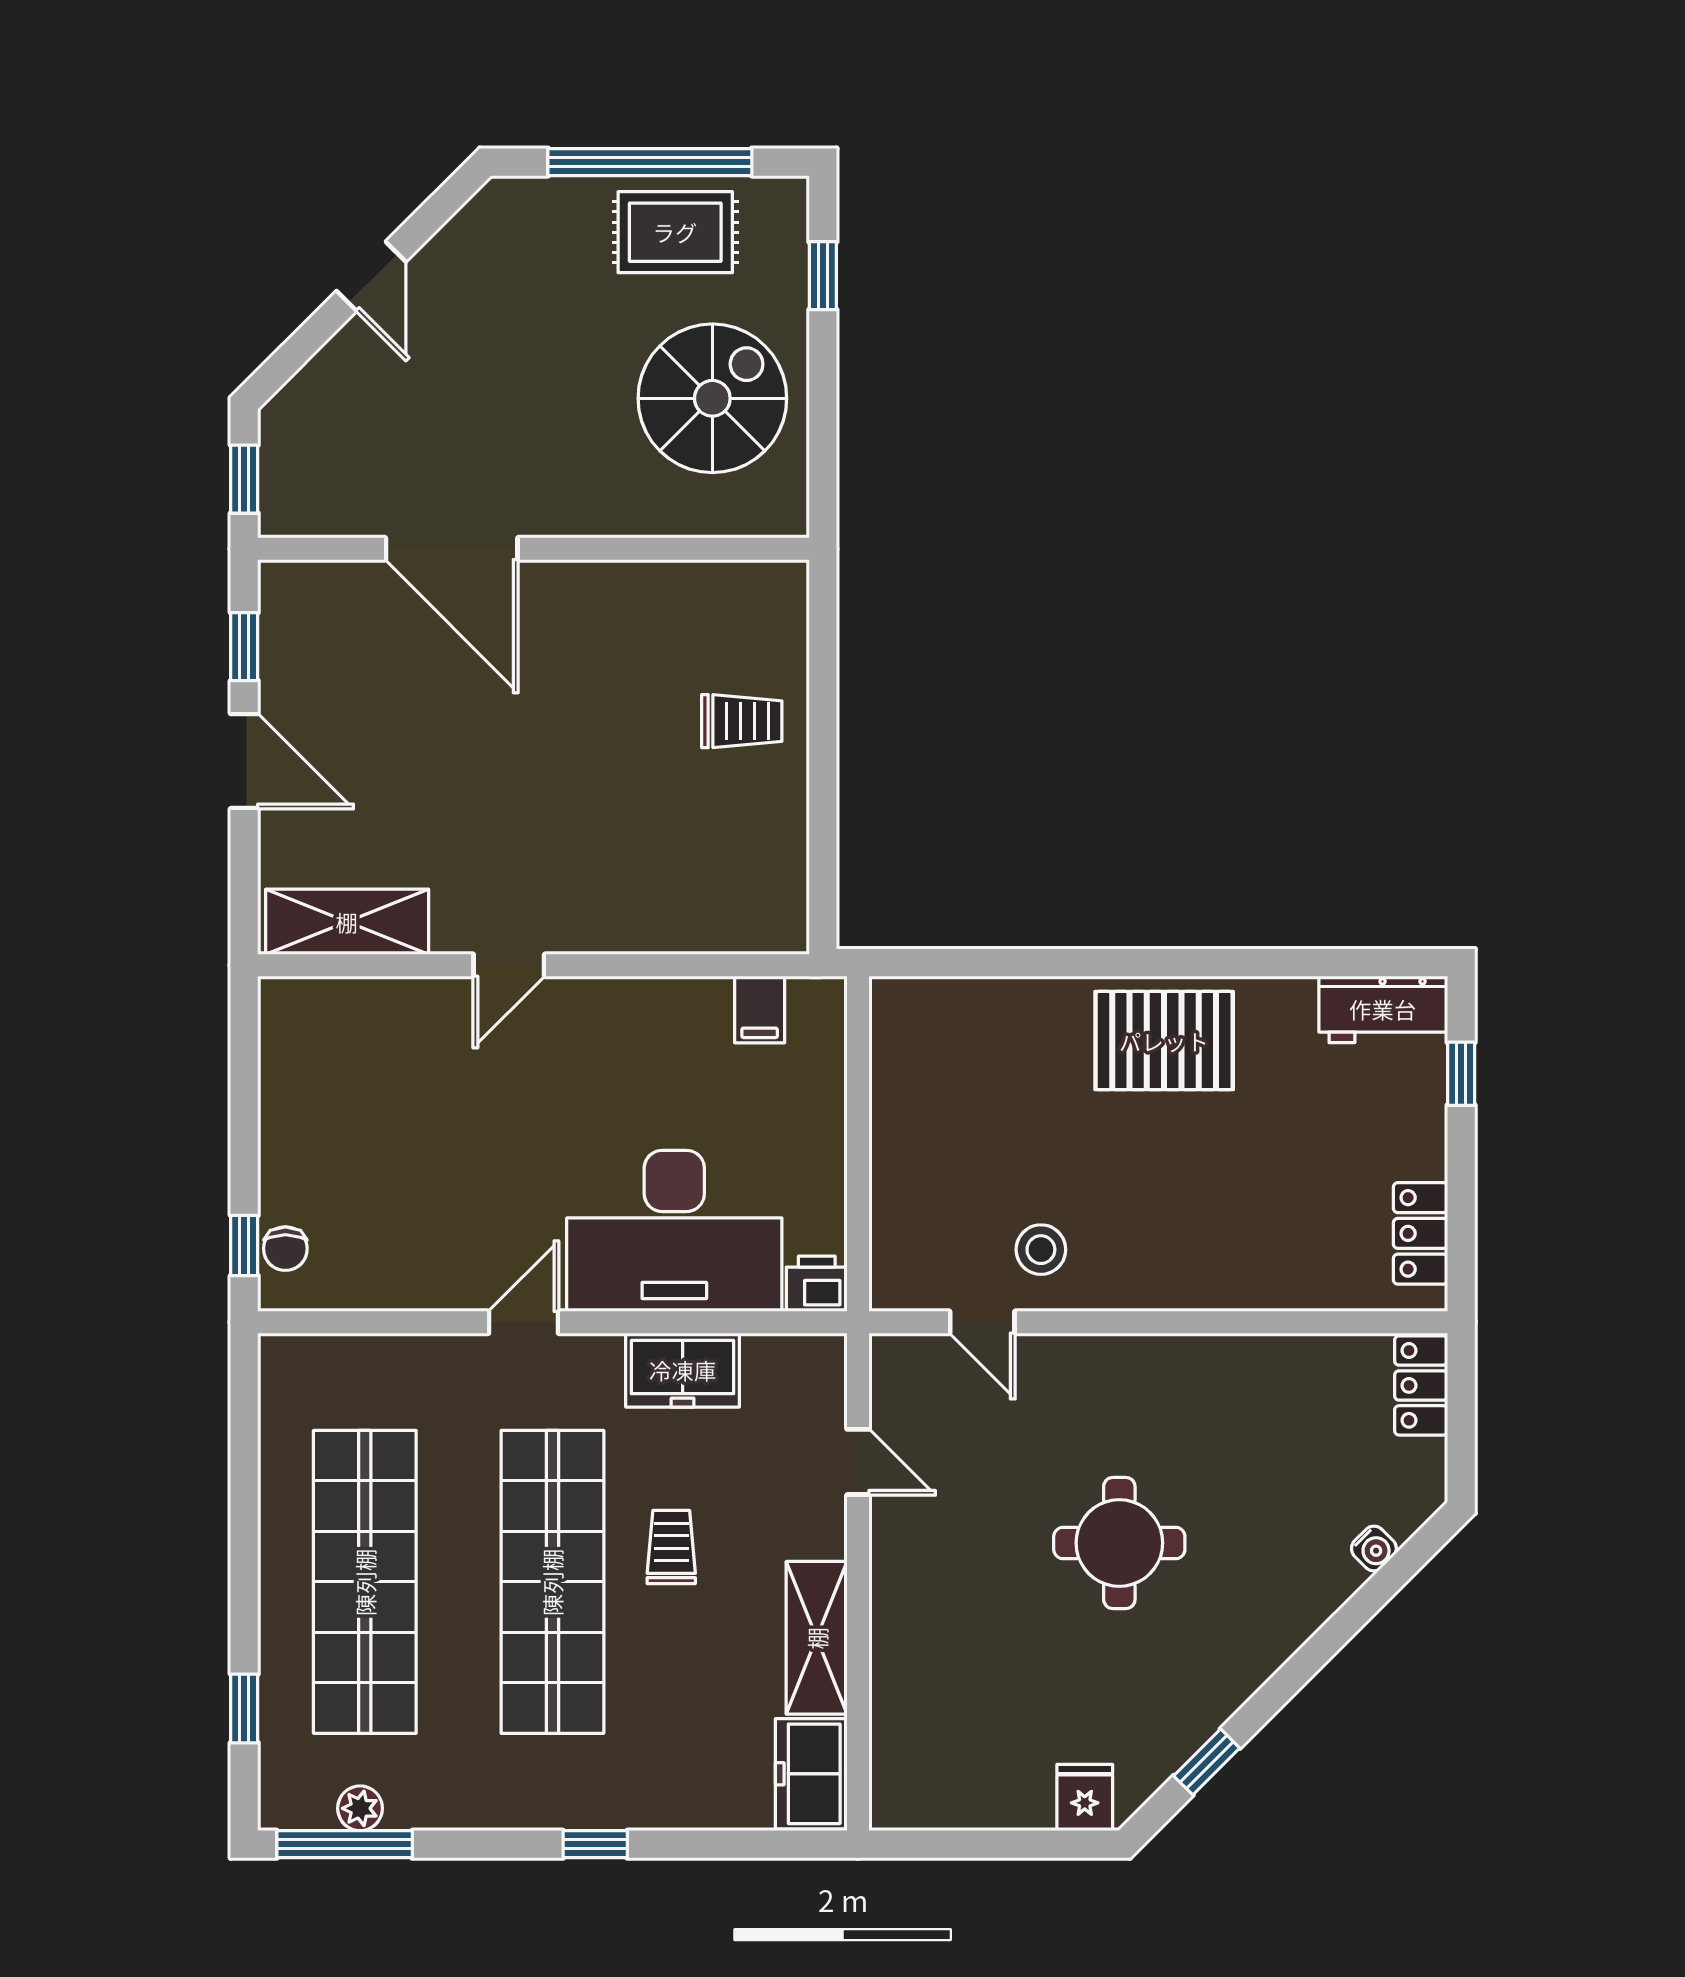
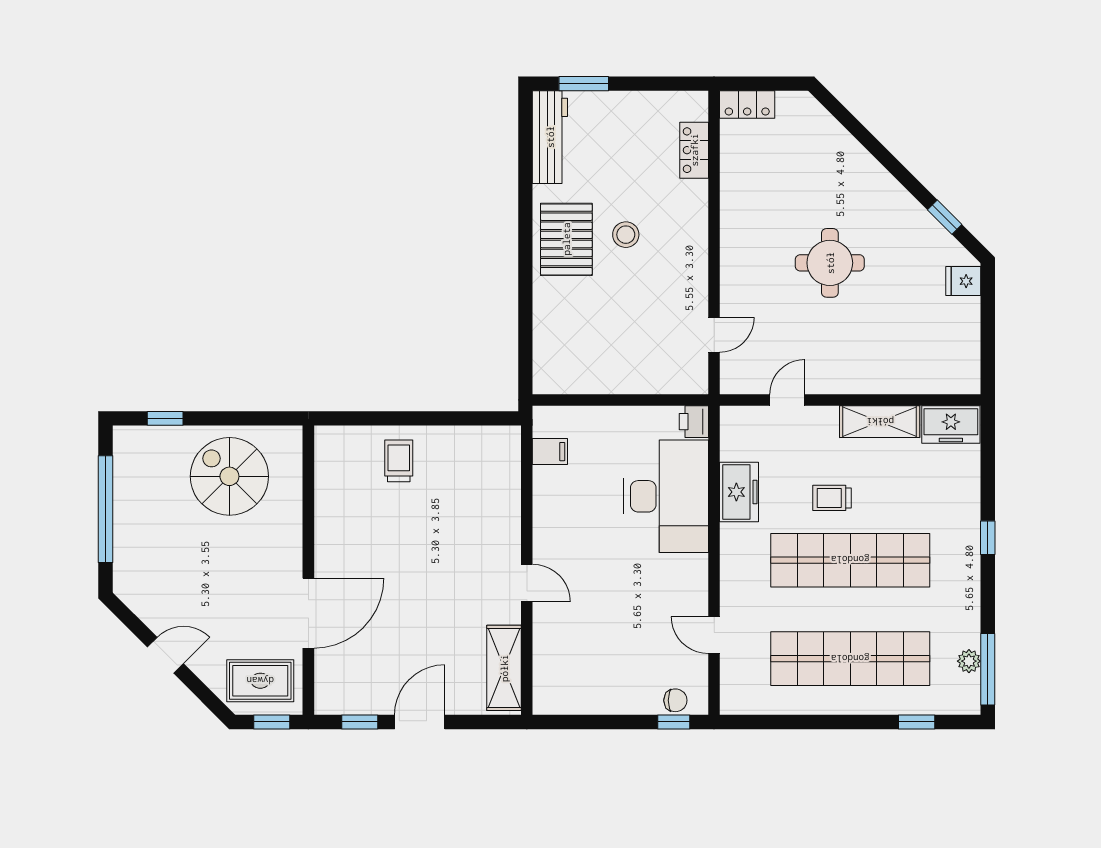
rug: (675, 232) -> (260, 681), moved, turned 90
workbench: (1383, 1009) -> (550, 137), width x1.38
window: (1461, 1074) -> (584, 84), width x1.50
locker: (1421, 1233) -> (694, 150), moved, turned 90
stool: (1041, 1250) -> (626, 235), moved
door: (524, 1322) -> (714, 635), moved
water cooler: (1374, 1549) -> (833, 129), removed

